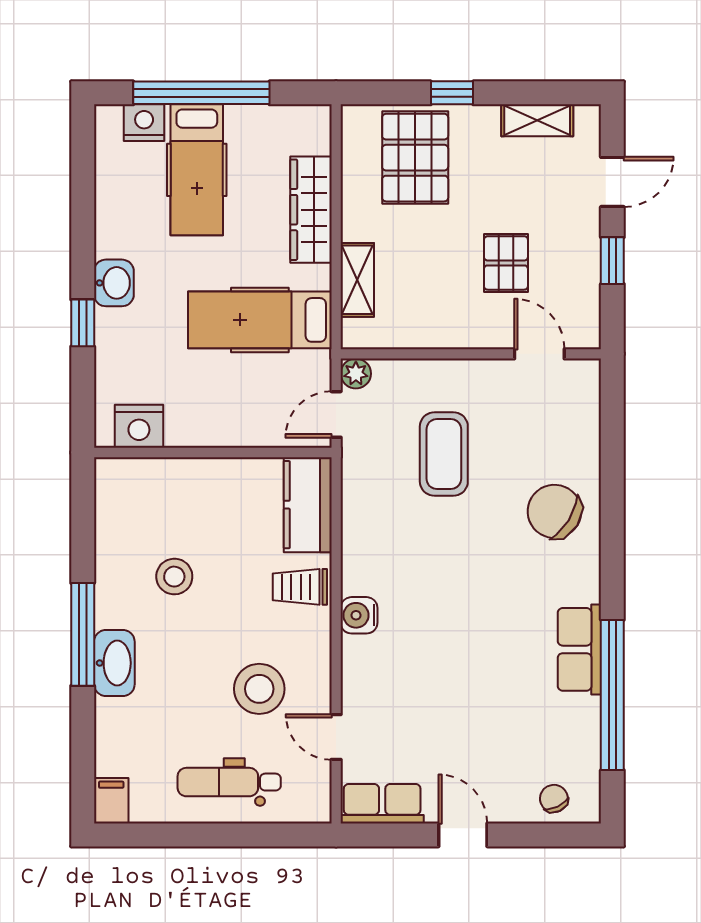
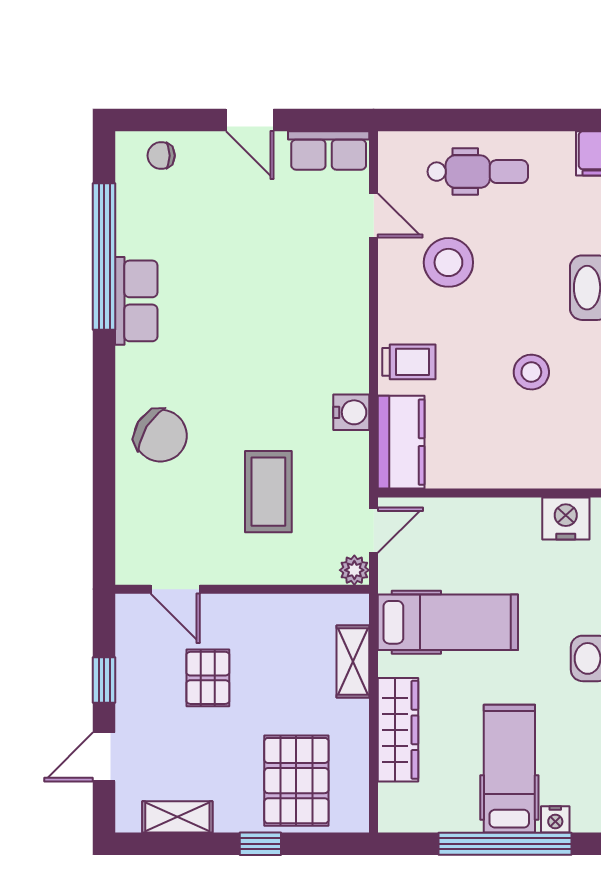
nightstand: (144, 123) -> (555, 819), width x0.72, depth x0.74
water cooler: (359, 615) -> (351, 412), moved
chair: (554, 799) -> (161, 156), turned 115

